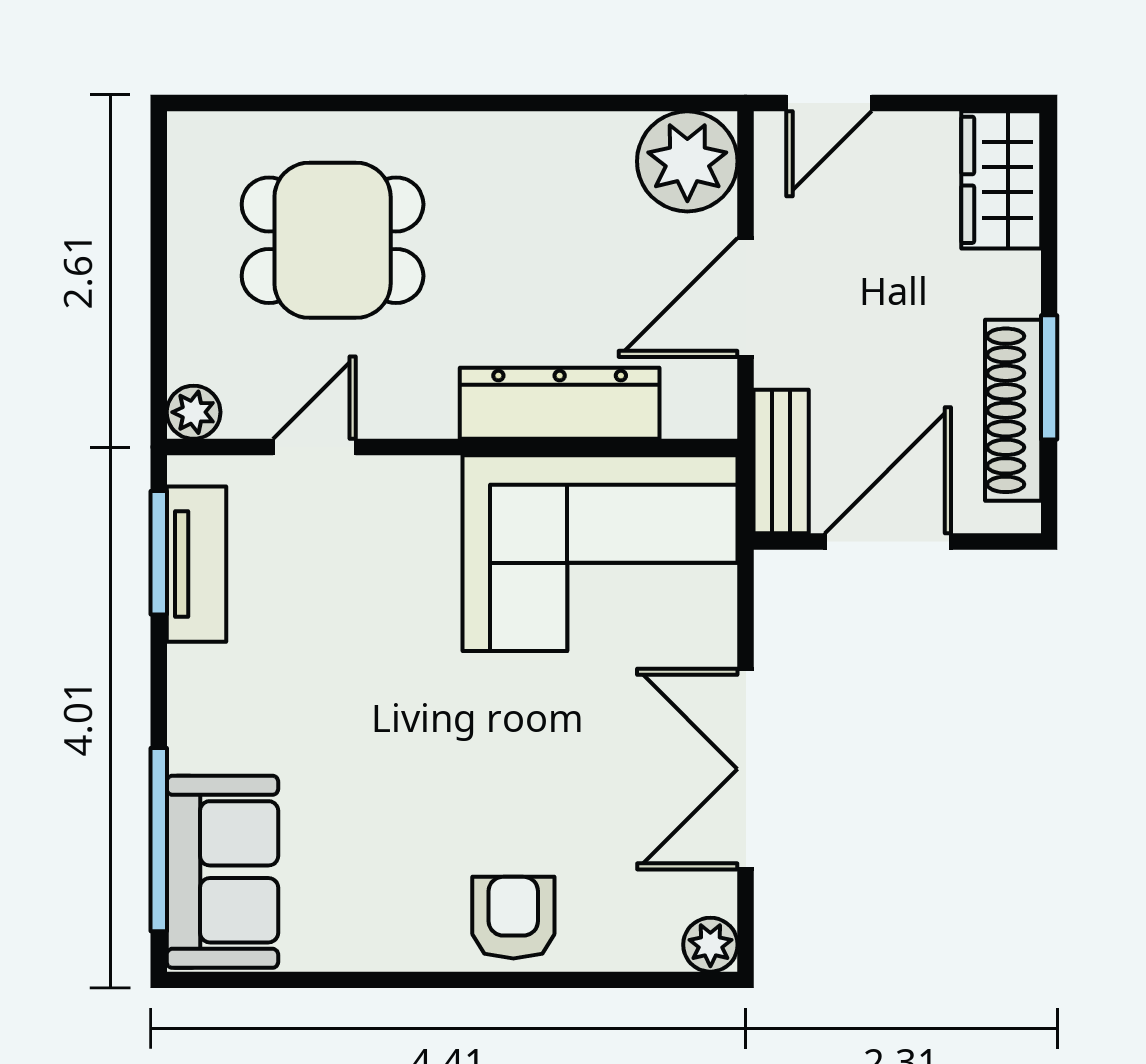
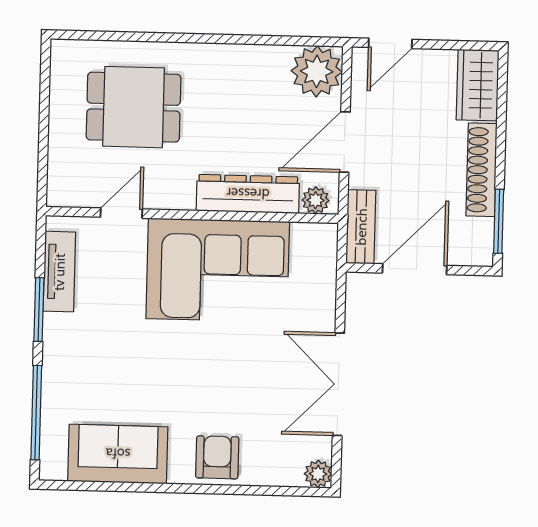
window: (1049, 377) -> (499, 221), moved
shoe rack: (1013, 410) -> (481, 170), moved
plant: (194, 412) -> (316, 200), moved
window: (159, 553) -> (39, 310), moved
corner sofa: (600, 553) -> (218, 270), moved
sofa: (222, 872) -> (118, 454), moved, turned -90

